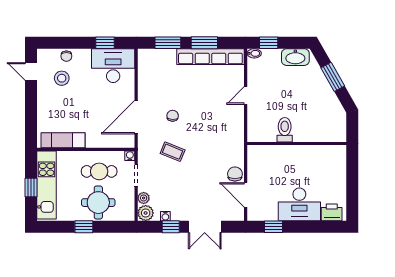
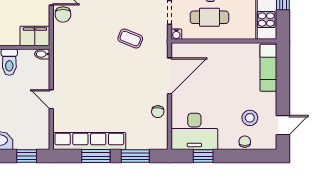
bidet: (254, 53) -> (42, 54), moved
door: (31, 71) -> (283, 125), hinge flipped
door: (246, 95) -> (51, 99), swing flipped
chair: (173, 116) -> (158, 112), moved
exam couch: (63, 140) -> (268, 68), moved, turned 90
filing cabinet: (261, 154) -> (35, 36), added

